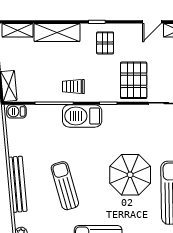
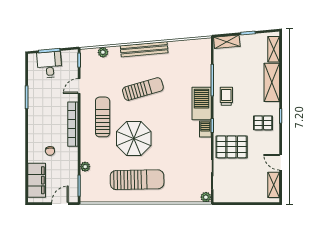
barbecue: (16, 111) -> (205, 129), moved
parasol: (130, 175) -> (134, 138), moved

